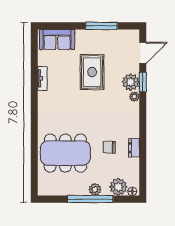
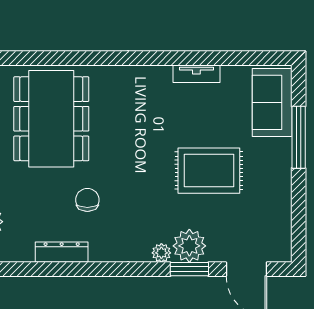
window: (102, 26) -> (299, 137), moved
chair: (109, 147) -> (87, 200), moved
dresser: (134, 148) -> (62, 252), width x1.44

